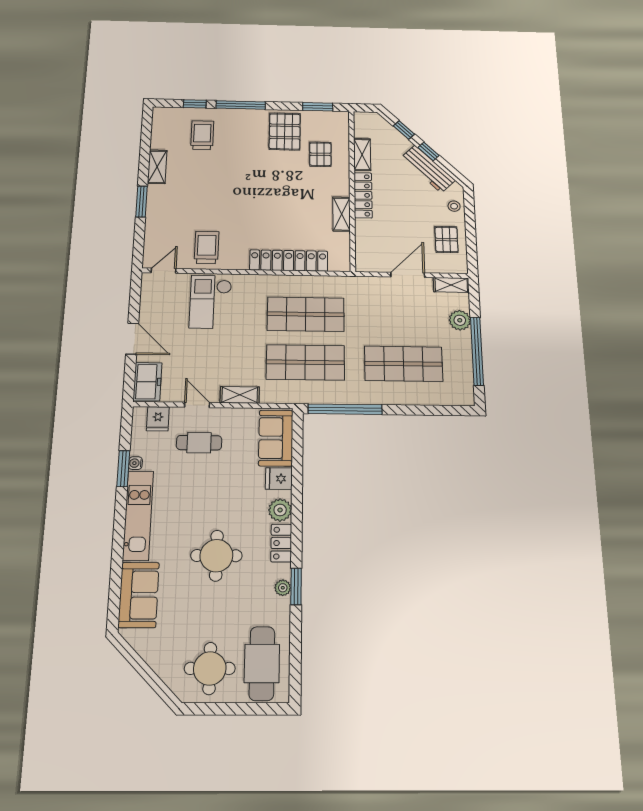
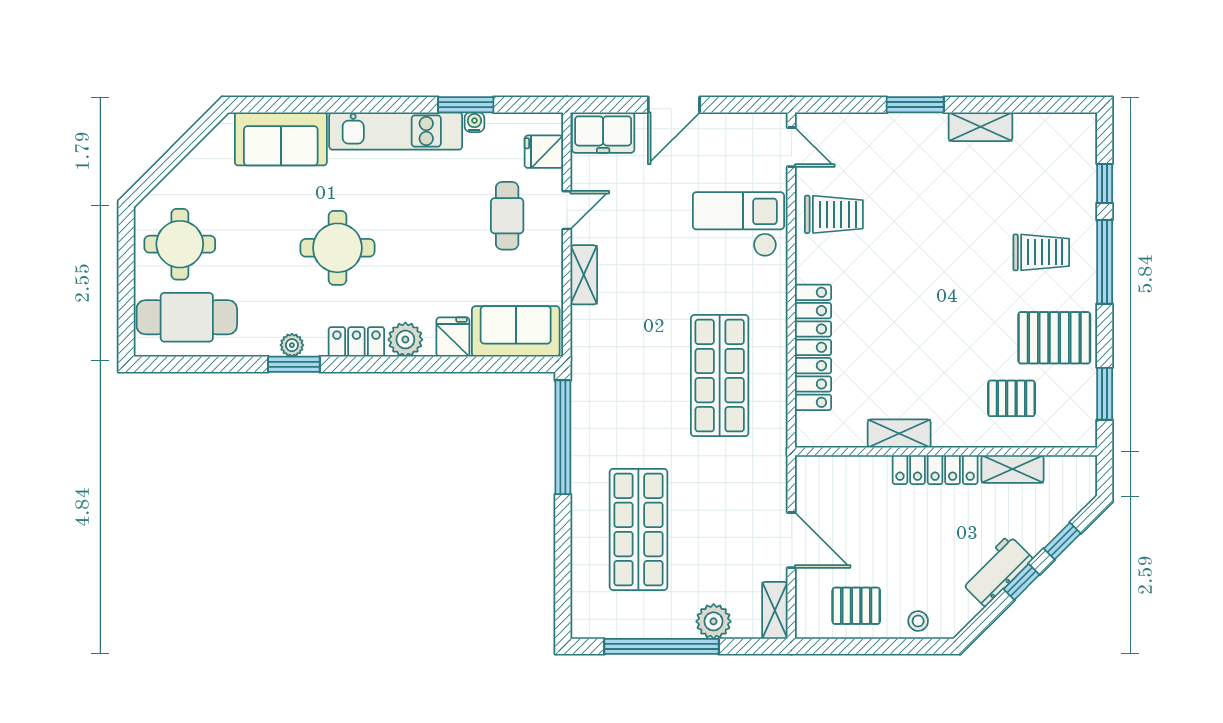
trolley: (202, 135) -> (1041, 252), moved
workbench: (428, 169) -> (997, 571), width x0.73
shop shelf: (305, 362) -> (638, 376), removed

